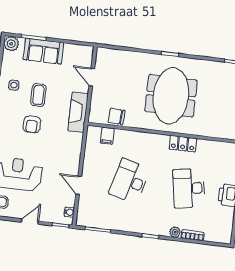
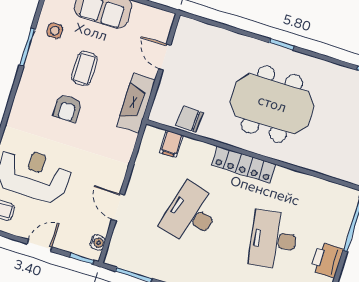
side table: (14, 85) -> (55, 31), moved
meeting table: (171, 96) -> (272, 104), turned 90
locker: (183, 144) -> (244, 165), moved, width x1.53

